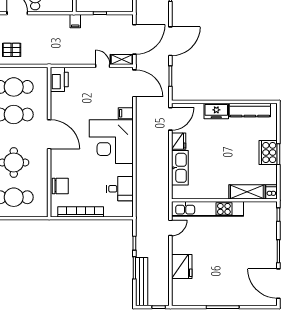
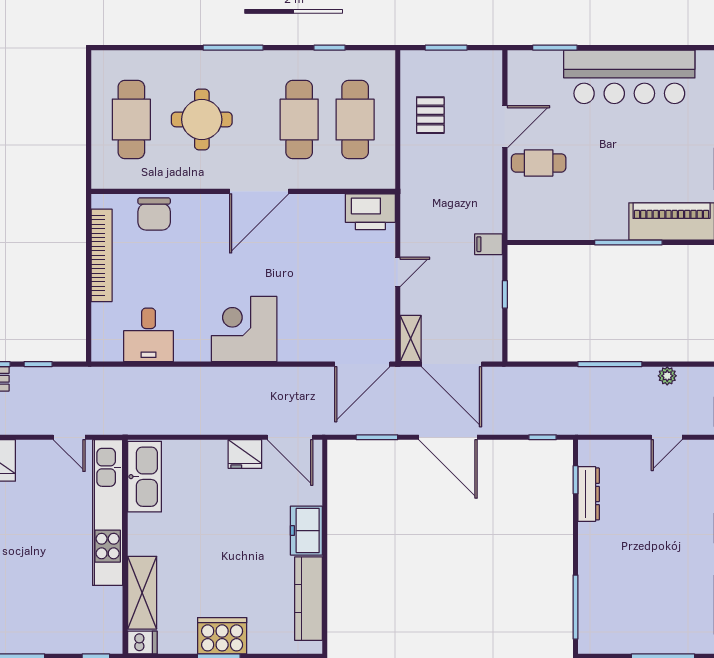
door: (103, 66) -> (398, 272), moved
filing cabinet: (126, 113) -> (302, 347), removed
corner desk: (111, 142) -> (244, 329), width x0.74, depth x0.74
kitchen sink: (180, 168) -> (145, 477), moved, turned -90

